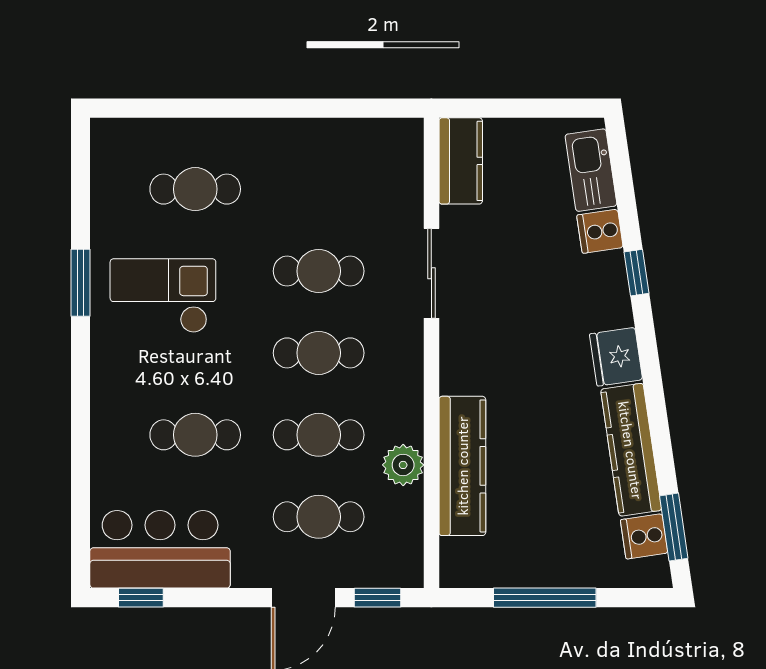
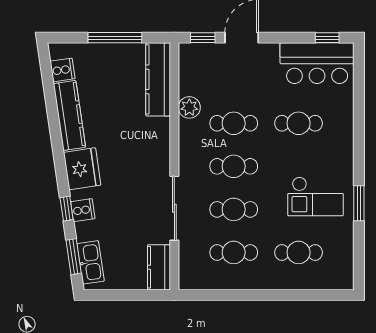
cooker: (600, 231) -> (83, 210), moved
sliding door: (431, 273) -> (174, 208), width x1.37
fridge: (616, 357) -> (82, 169), width x1.36, depth x1.34
kitchen counter: (462, 466) -> (158, 79), moved
cafe table: (319, 517) -> (234, 252), moved
window: (674, 527) -> (74, 257), moved

